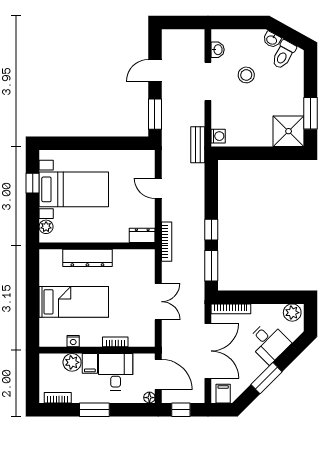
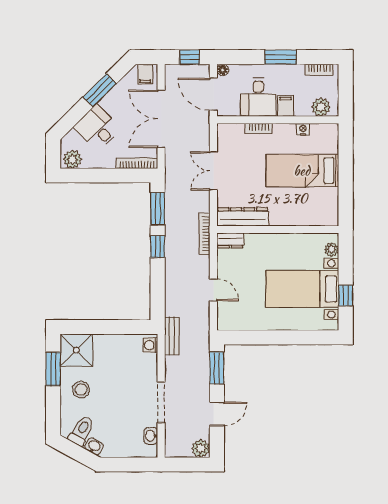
plant: (170, 38) -> (201, 448), added
stool: (246, 75) -> (81, 390), moved
dresser: (87, 258) -> (243, 217), moved
plant: (72, 362) -> (321, 107), moved

